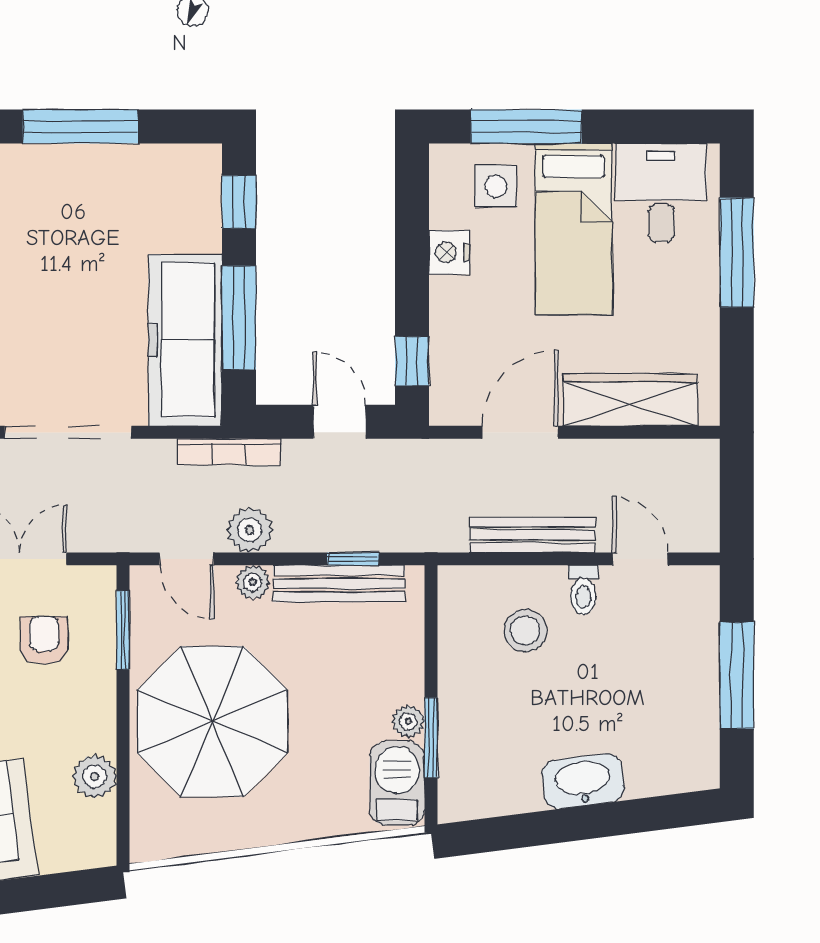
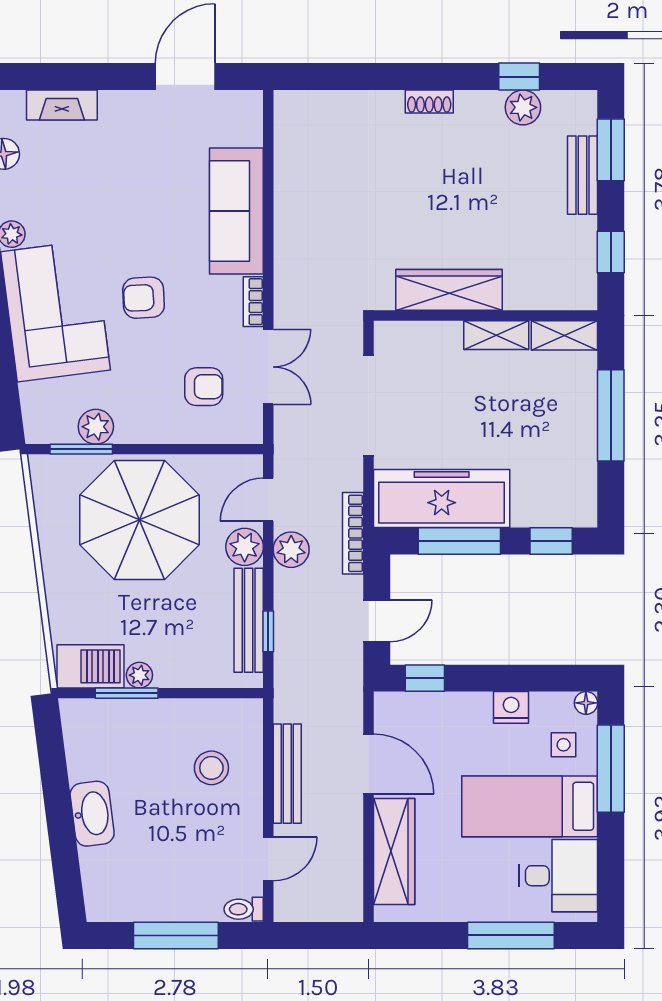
floor lamp: (443, 158) -> (586, 703), added
side table: (496, 186) -> (564, 745), width x0.73, depth x0.73
plant: (253, 582) -> (245, 547), width x1.38, depth x1.38
toilet: (583, 590) -> (244, 909), moved
window: (123, 630) -> (81, 449), moved

